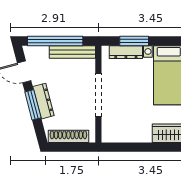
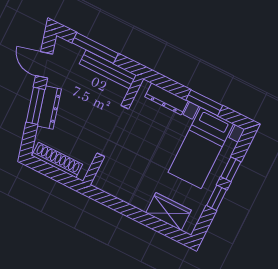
window: (55, 41) -> (95, 48), width x0.68
window: (134, 41) -> (204, 103), moved

